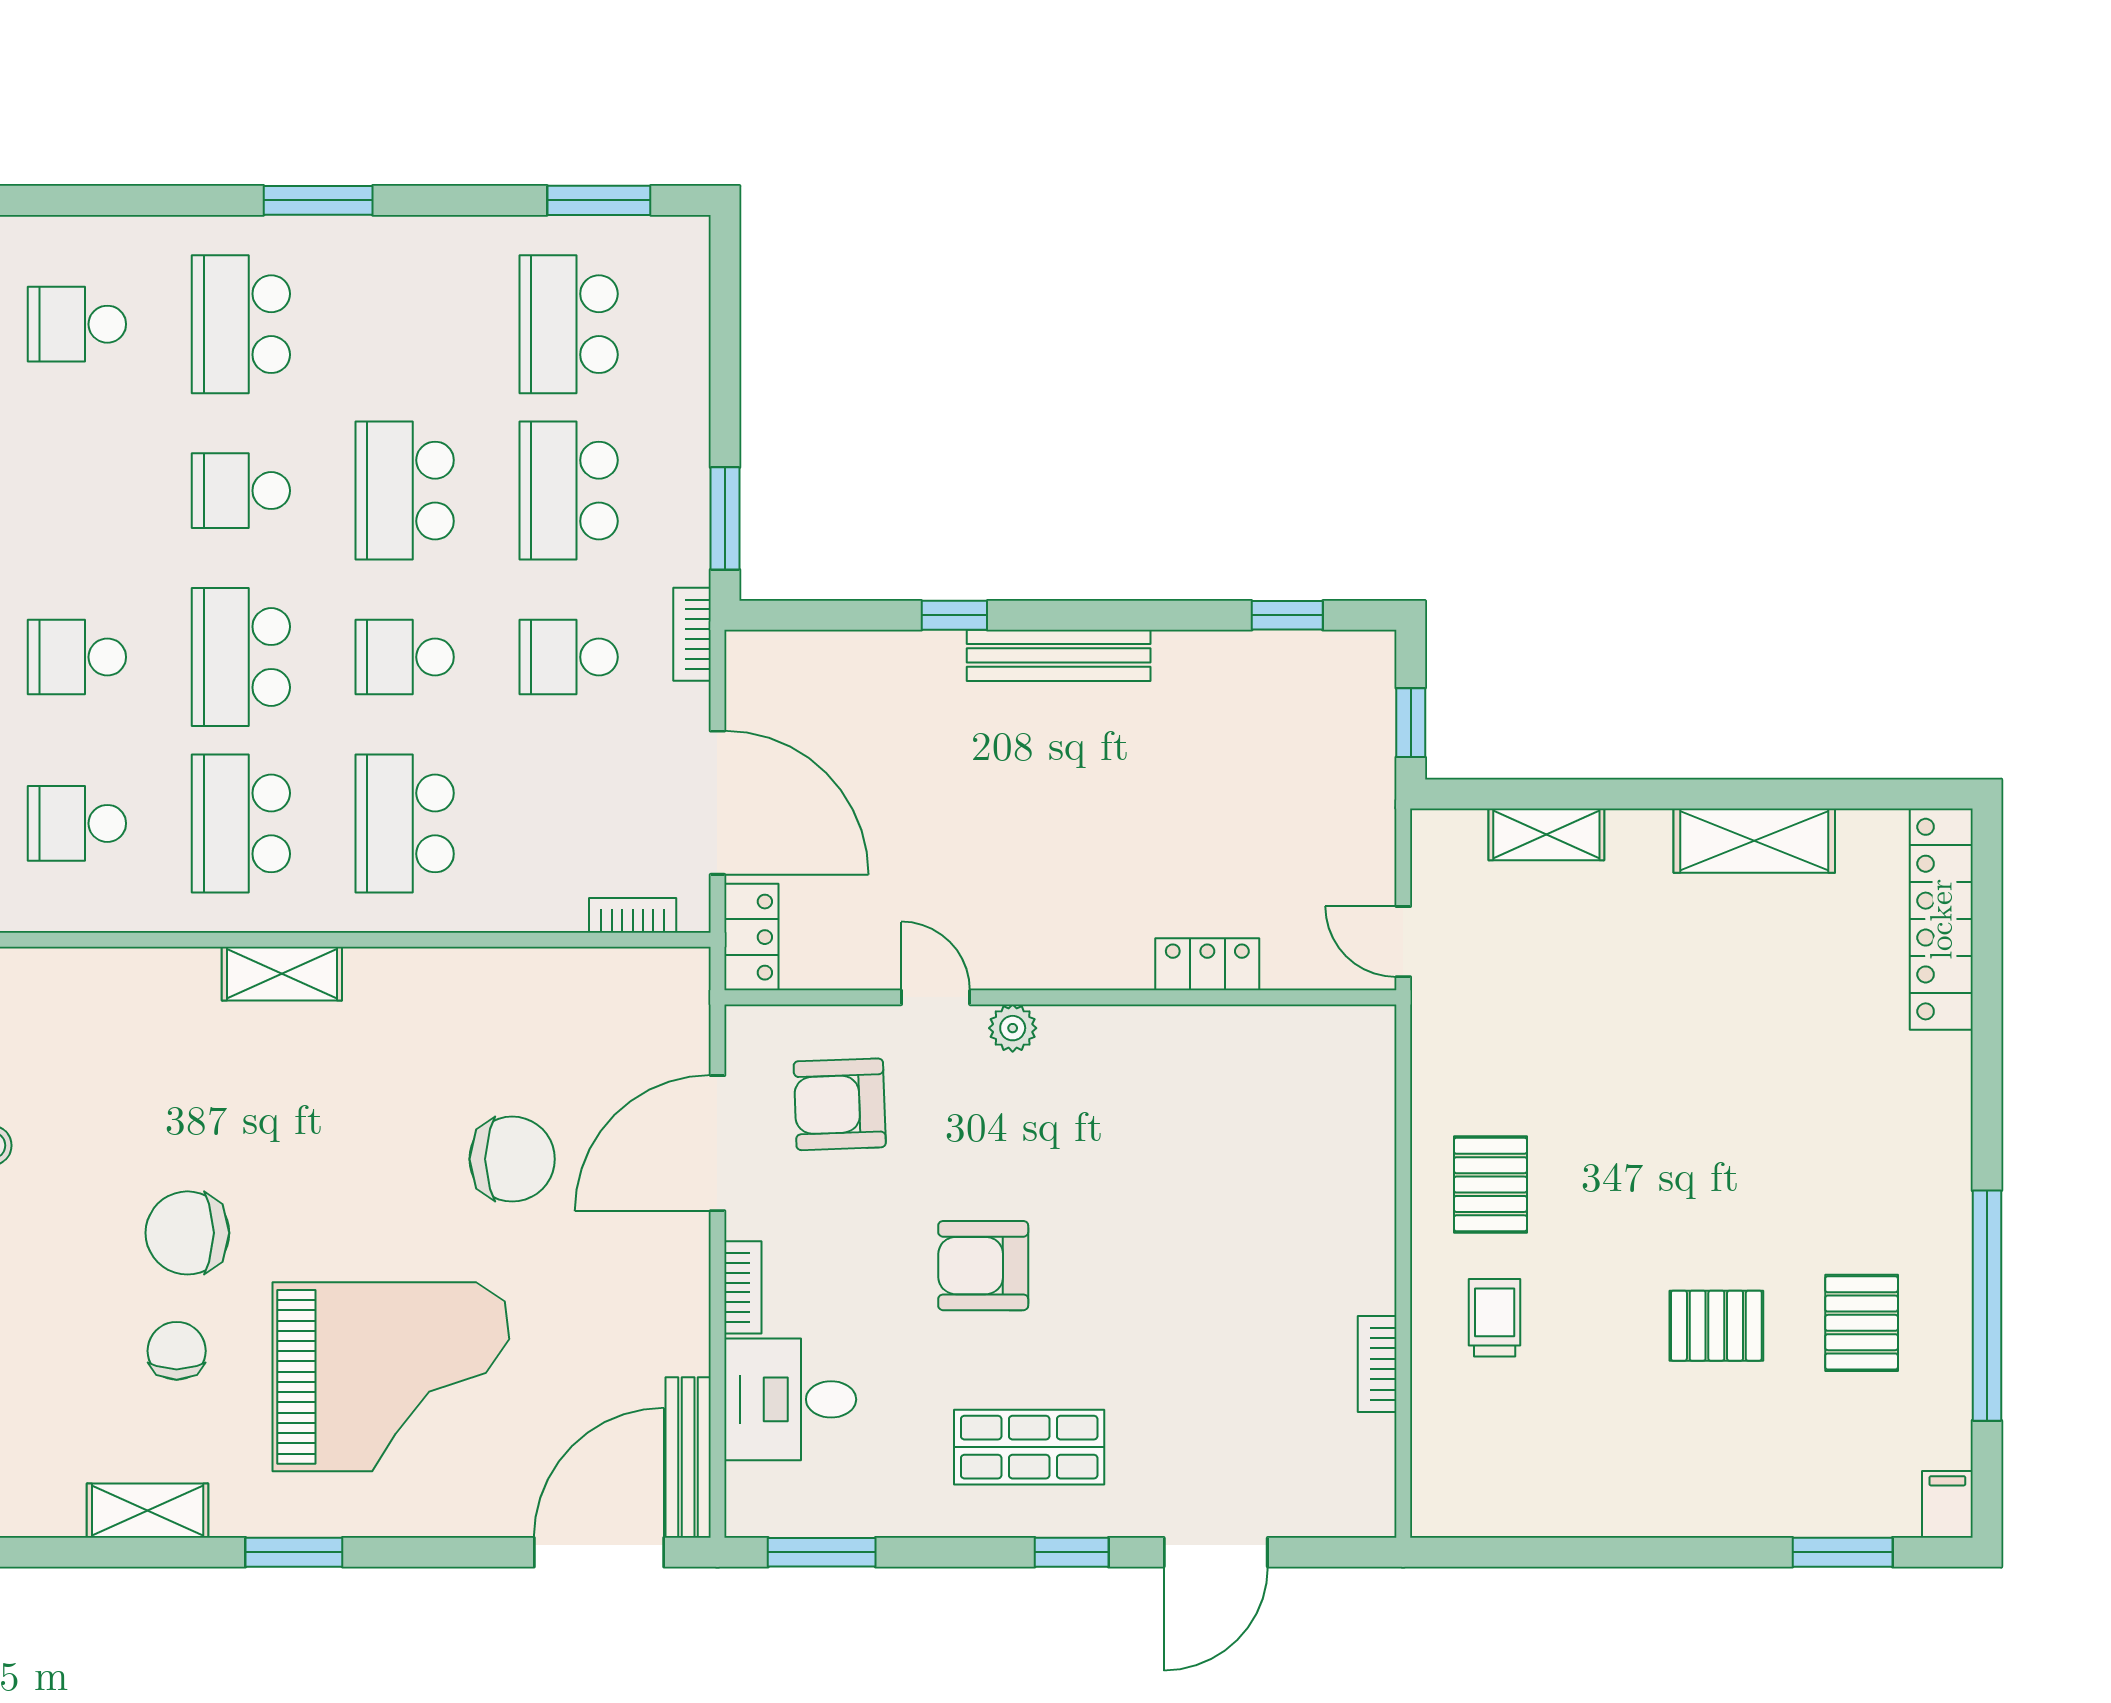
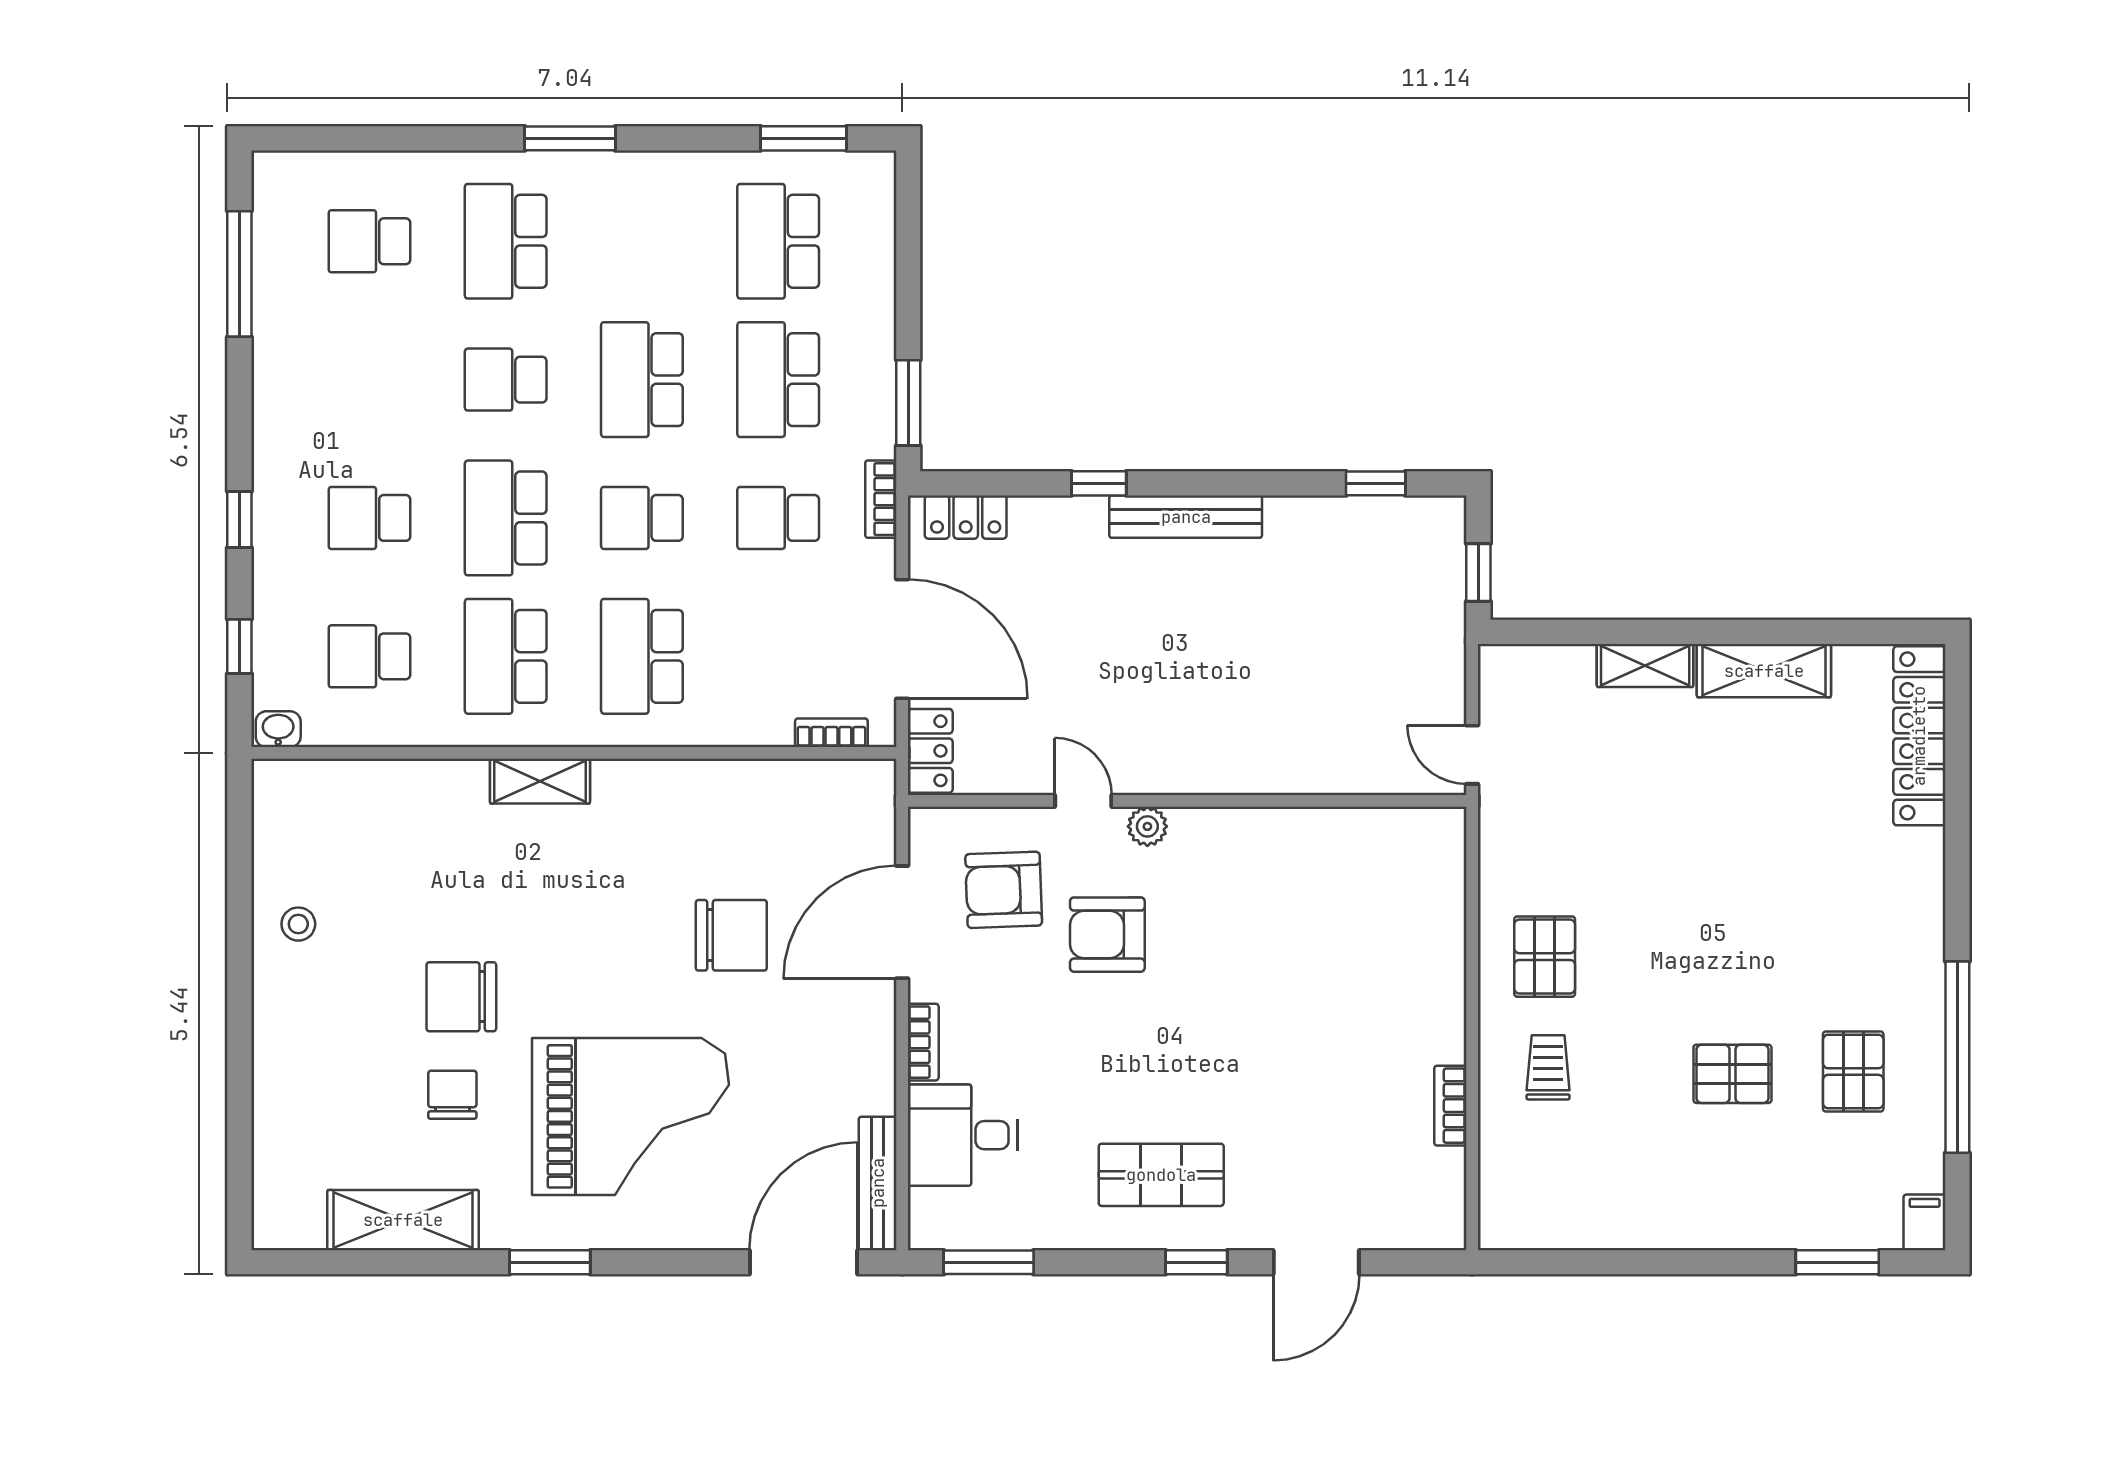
shelving: (1546, 834) -> (1645, 665), moved
locker: (1207, 964) -> (966, 517), moved, turned 180
armchair: (983, 1266) -> (1107, 935), moved
shelving: (148, 1511) -> (403, 1220), width x1.50, depth x1.33

